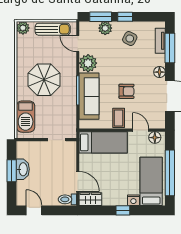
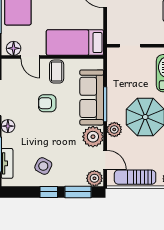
plant: (105, 28) -> (94, 178), moved
plant: (70, 69) -> (114, 130), added

